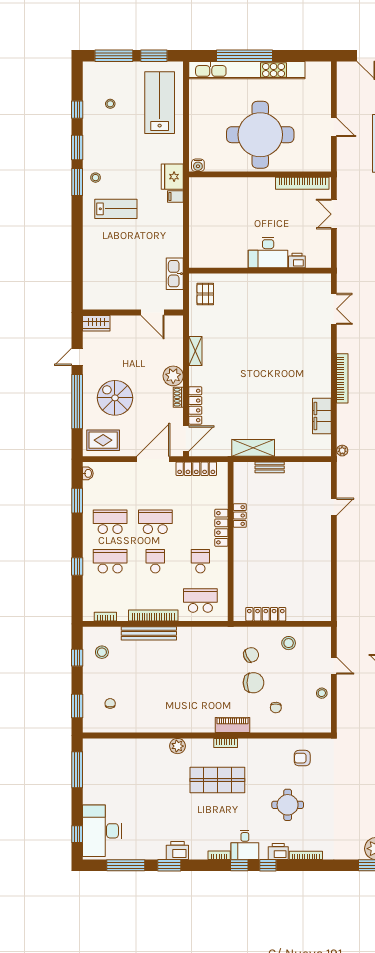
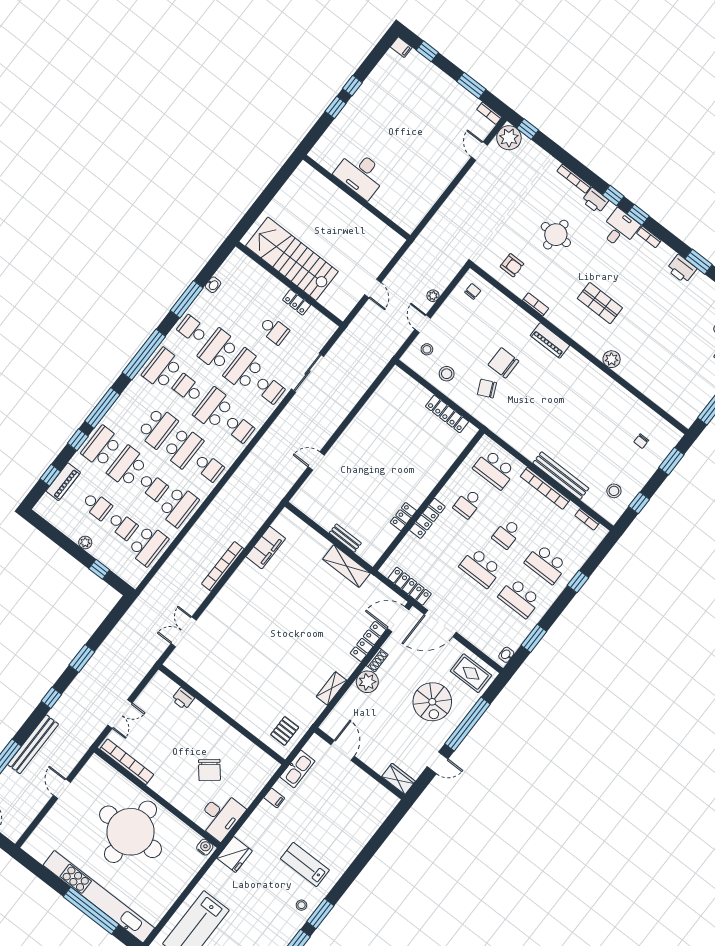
filing cabinet: (175, 196) -> (274, 798), moved
chair: (238, 224) -> (209, 770), added
desk: (268, 252) -> (220, 816), moved, turned 90
plant: (342, 451) -> (433, 296), moved
stool: (322, 693) -> (427, 349), moved
chair: (276, 708) -> (473, 291), moved
bookcase: (226, 743) -> (536, 304), moved
shop shelf: (217, 780) -> (600, 303), width x0.70, depth x0.74

